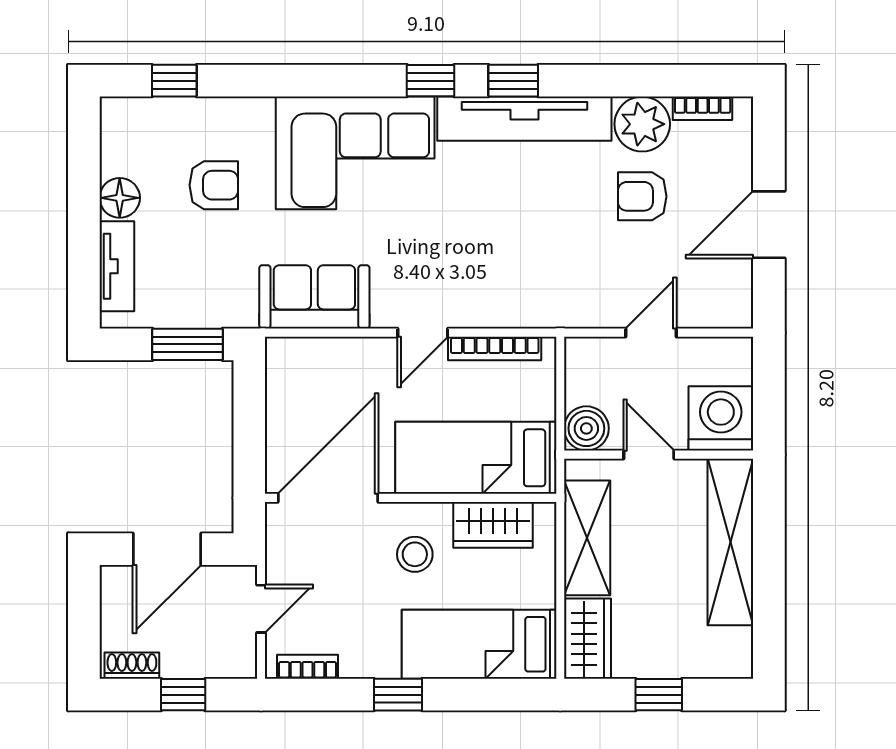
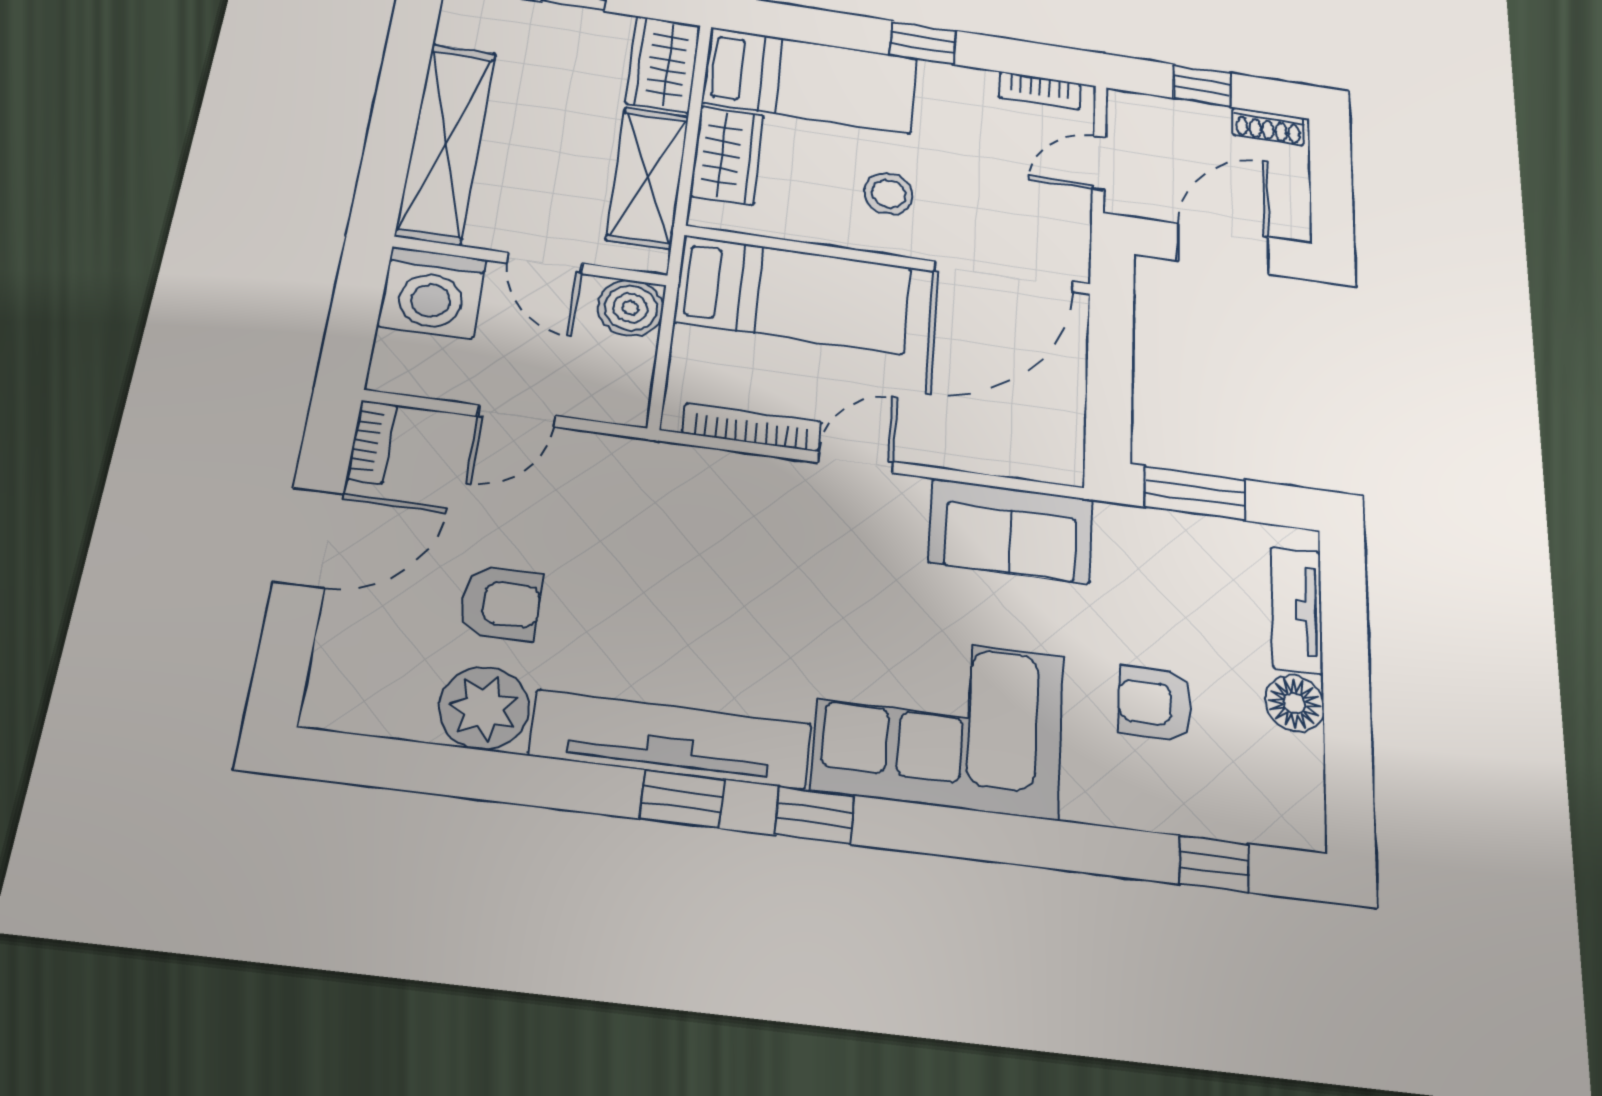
bookcase: (703, 108) -> (372, 442), moved, turned 90
wardrobe: (493, 525) -> (727, 155), moved, turned 90

